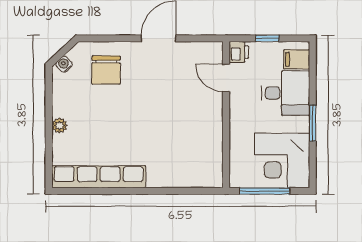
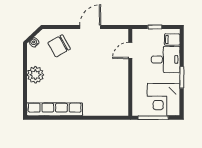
printer: (239, 52) -> (138, 35), removed
chair: (106, 70) -> (59, 46), turned 61
door: (226, 78) -> (130, 50), hinge flipped
plant: (59, 126) -> (35, 75), width x1.87, depth x1.87

